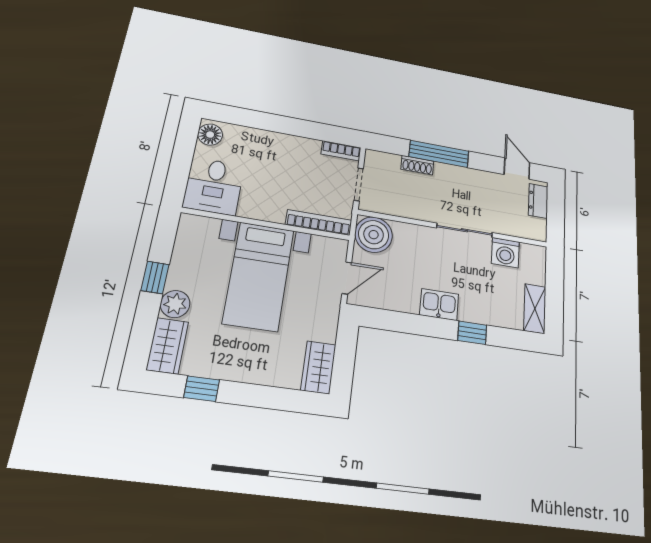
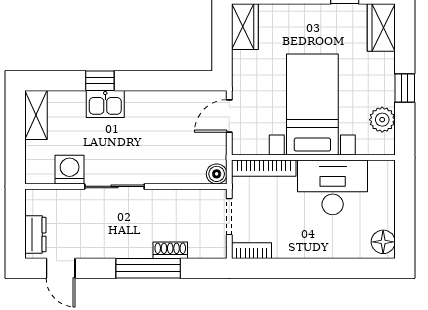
desk: (214, 186) -> (333, 187), moved, width x1.37
boiler: (374, 235) -> (217, 174), width x0.54, depth x0.54
plant: (175, 304) -> (382, 120), moved
kitchen sink: (439, 304) -> (105, 104), moved

